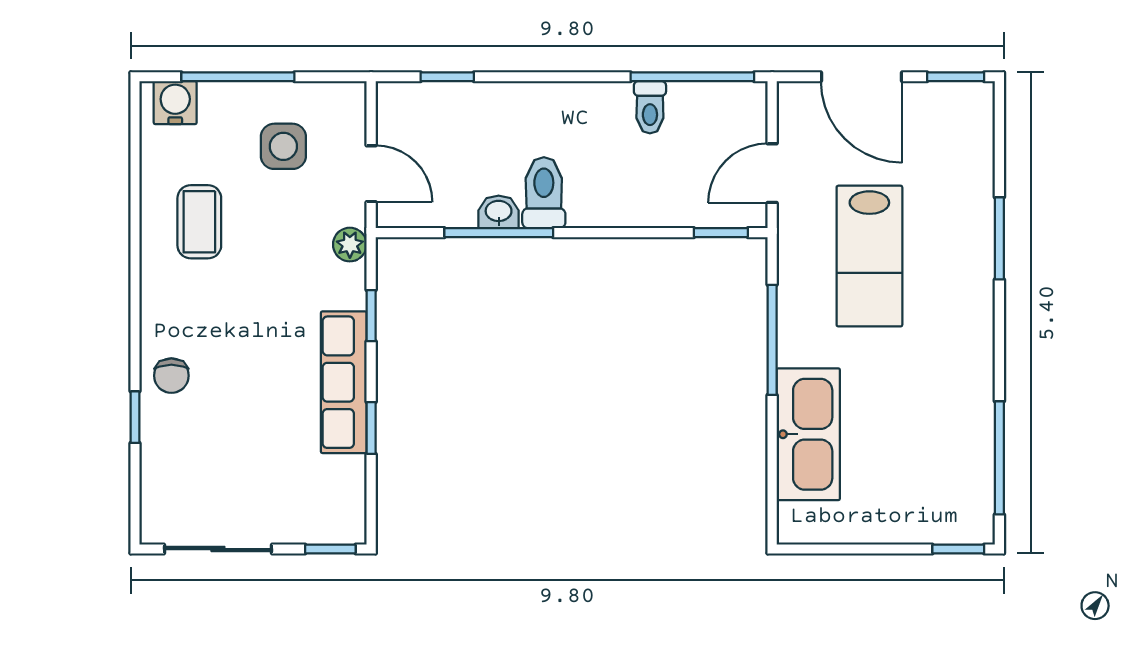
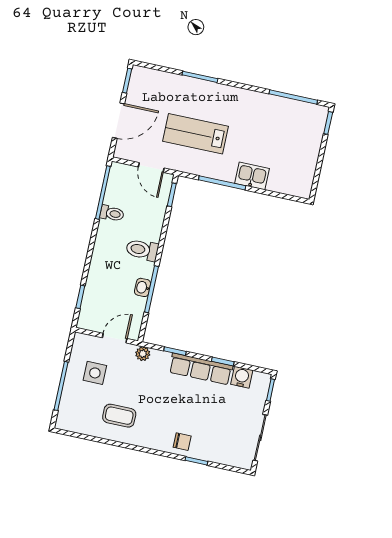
water cooler: (175, 103) -> (242, 377), moved, turned 90
toilet: (544, 193) -> (142, 250), moved
lab bench: (869, 256) -> (195, 134), turned 180
kitchen sink: (808, 434) -> (252, 176), width x0.53, depth x0.81

